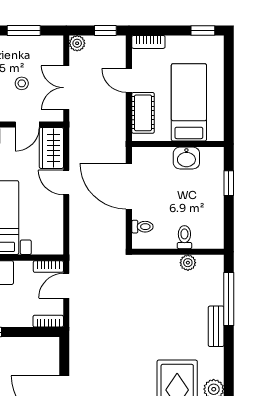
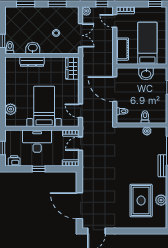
door: (129, 80) -> (115, 21), moved
double door: (66, 88) -> (80, 35), swing flipped
door: (27, 124) -> (59, 55), removed
door: (66, 182) -> (80, 111), moved

